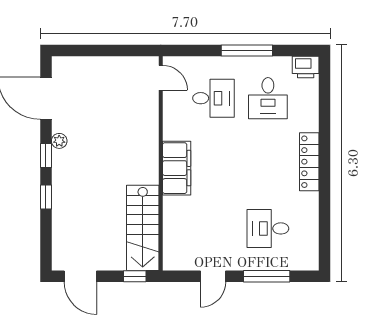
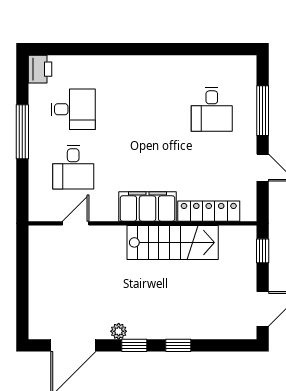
door: (161, 78) -> (76, 223), moved
desk: (213, 98) -> (73, 167), turned 180
locker: (309, 162) -> (209, 211), moved, turned 180
stairs: (143, 228) -> (173, 242), moved

